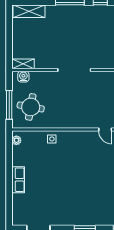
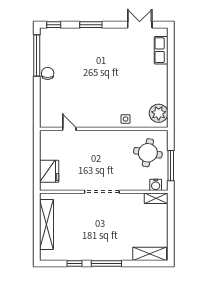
window: (9, 105) -> (171, 166), moved
plant: (16, 140) -> (159, 113), width x1.88, depth x1.88
row of seats: (18, 180) -> (161, 50), moved

